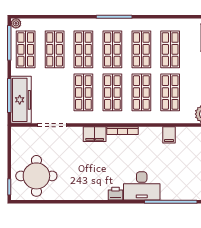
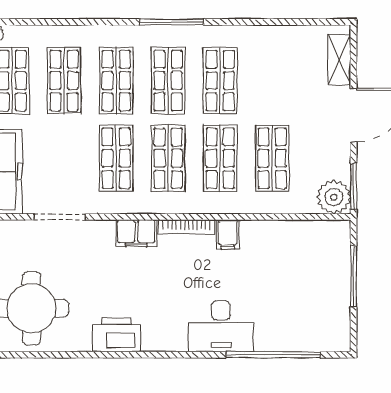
shop shelf: (170, 49) -> (272, 81), removed
filing cabinet: (169, 135) -> (228, 234), moved
printer: (115, 194) -> (116, 335), moved, width x1.87, depth x1.48

